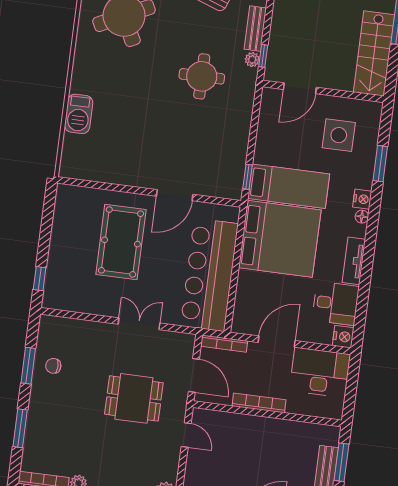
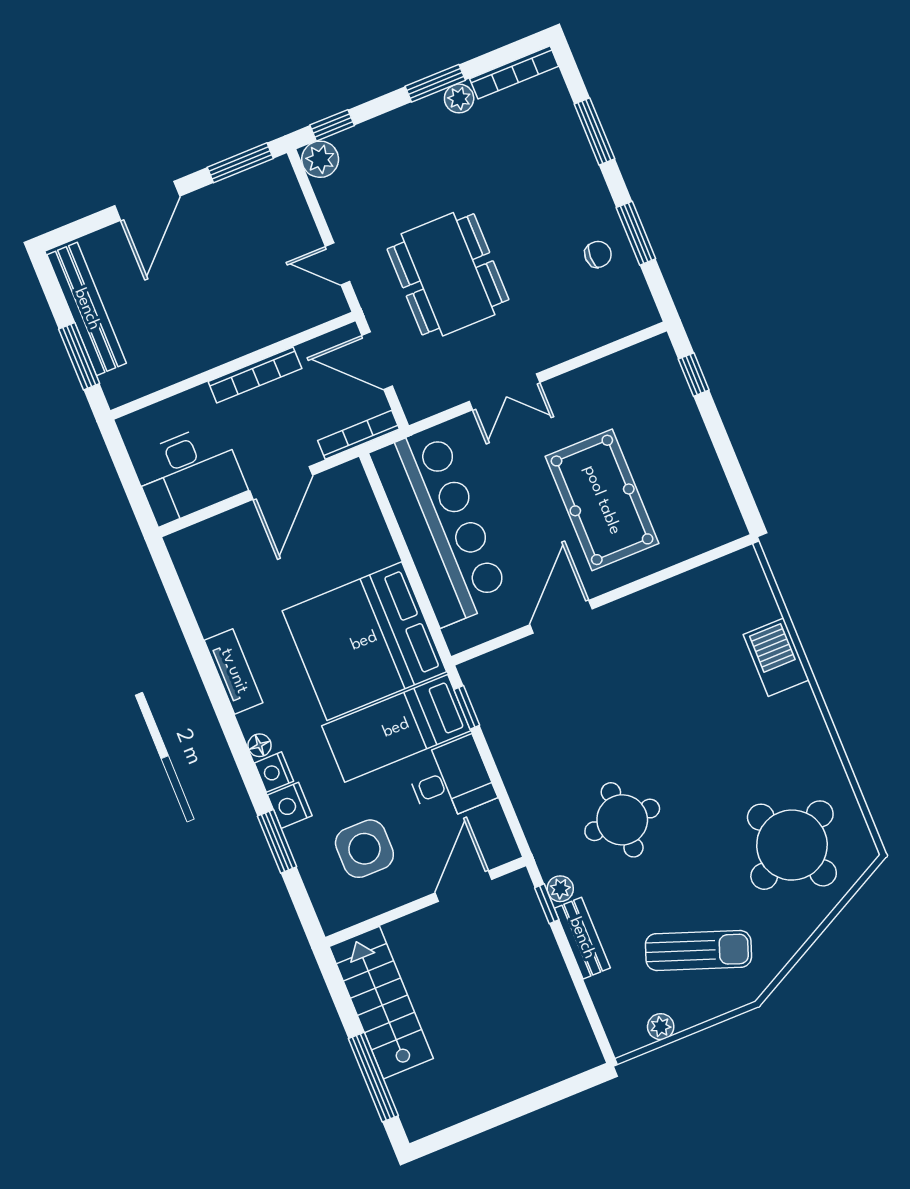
desk: (336, 303) -> (450, 780), moved, turned 180
nightstand: (343, 337) -> (290, 805), moved
dining table: (134, 398) -> (448, 274), width x1.37

